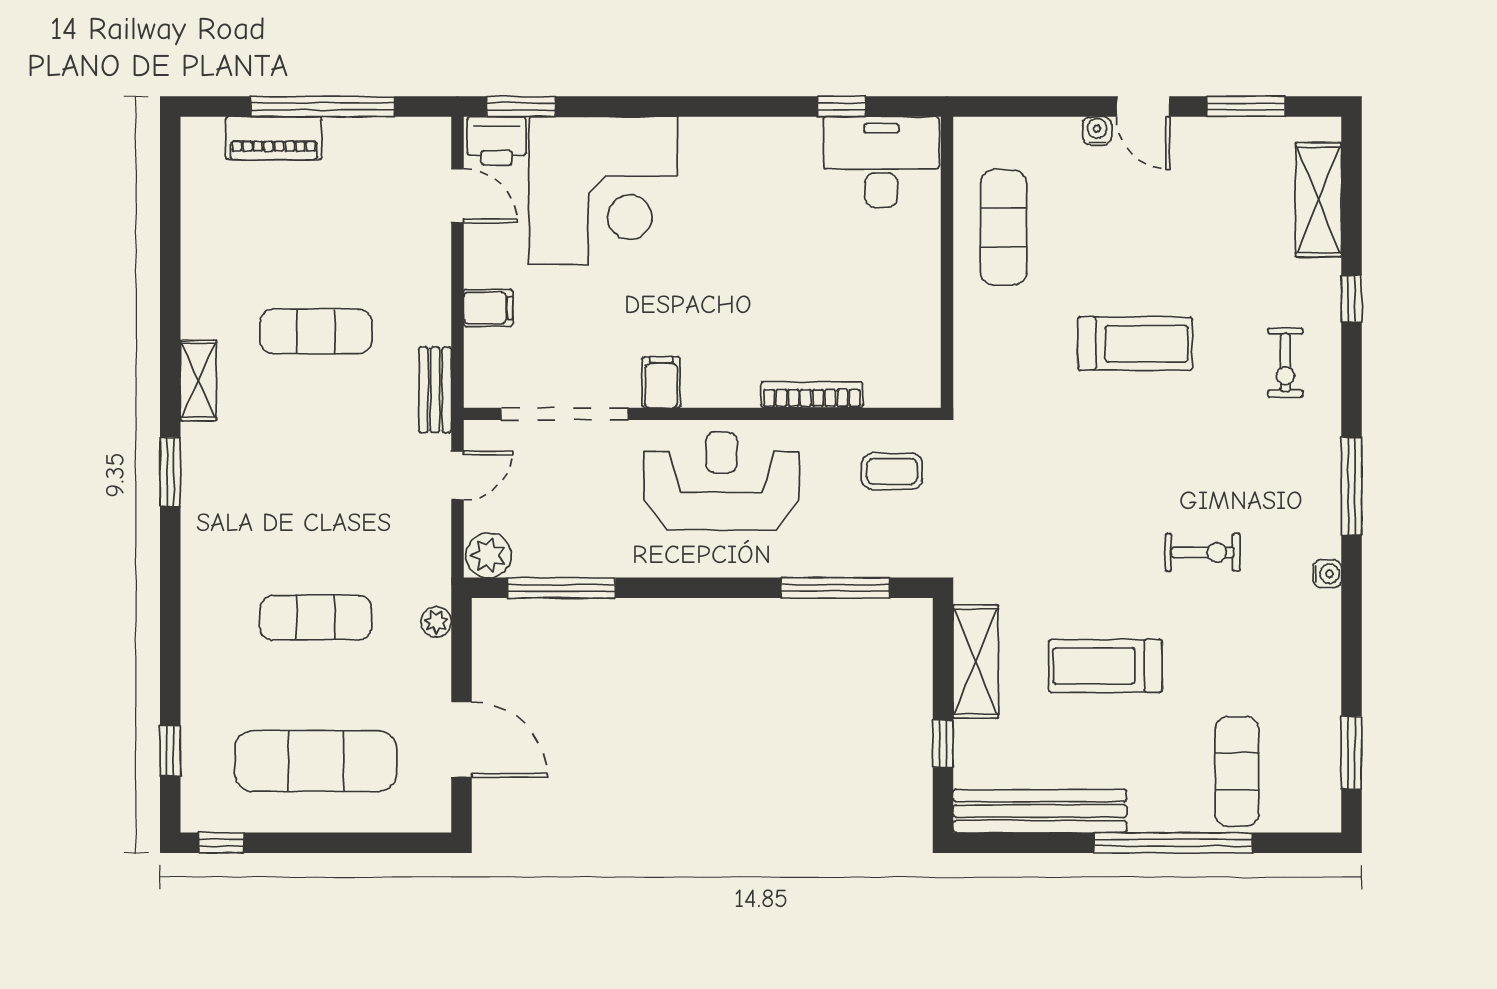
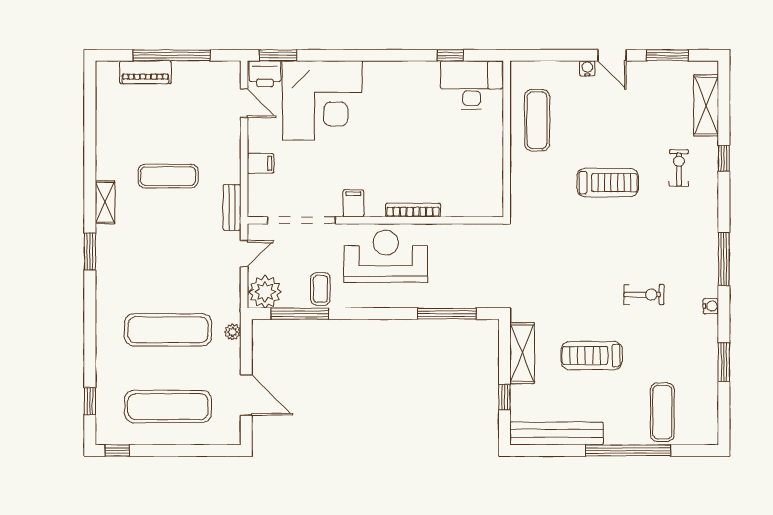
exercise bike: (1285, 363) -> (679, 168), moved, turned 180
bookcase: (812, 395) -> (413, 210), moved
coffee table: (892, 471) -> (320, 289), moved, turned 90
plant: (489, 555) -> (265, 292), width x1.36, depth x1.36
exercise mat: (316, 618) -> (168, 330), width x1.36, depth x1.45
window: (1351, 753) -> (724, 362), moved

